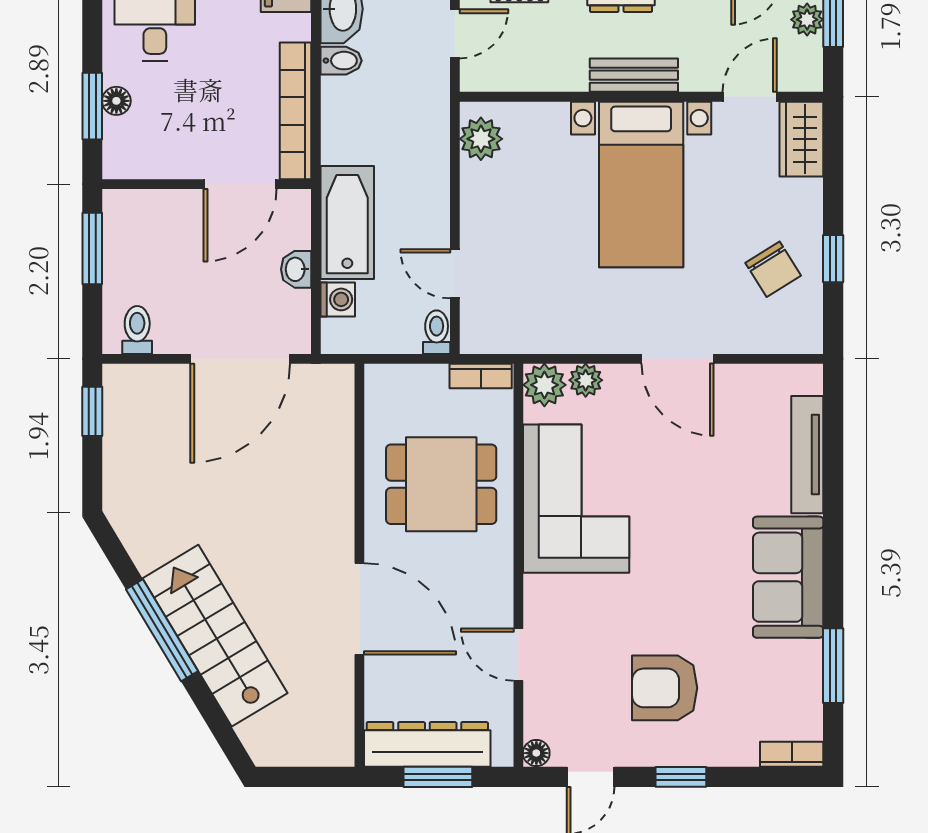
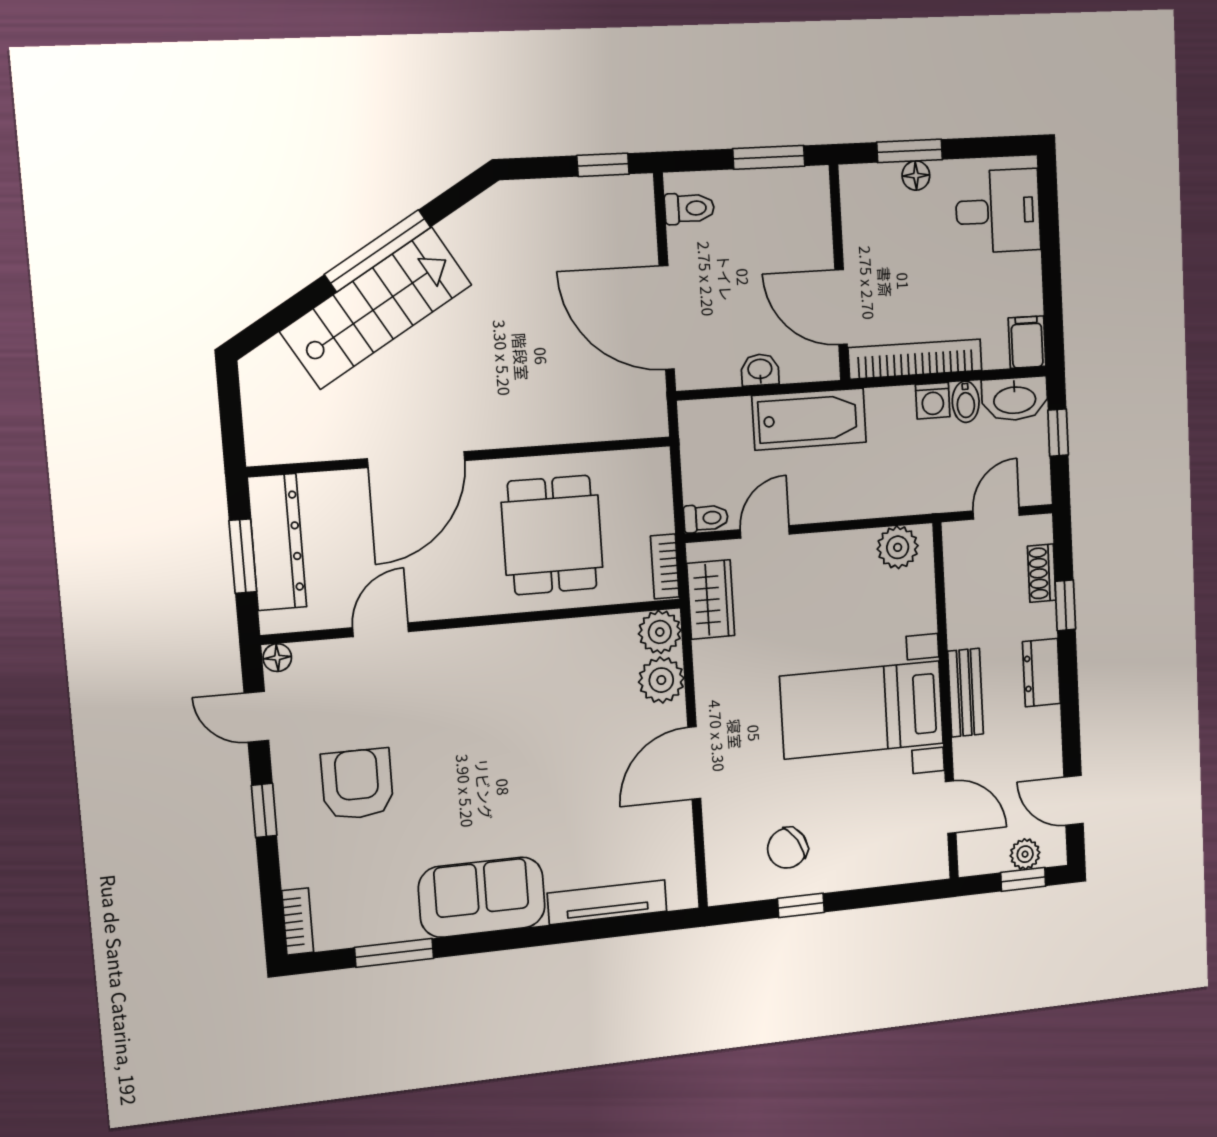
door: (455, 34) -> (996, 513), swing flipped
wardrobe: (801, 139) -> (711, 600), moved, turned 90
washing machine: (338, 299) -> (933, 401), moved
plant: (586, 380) -> (661, 680), width x1.38, depth x1.38
corner sofa: (576, 499) -> (547, 675), removed

